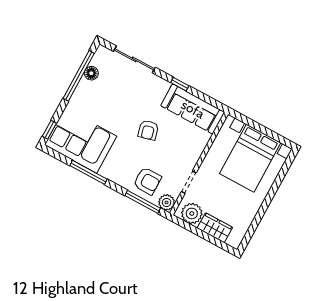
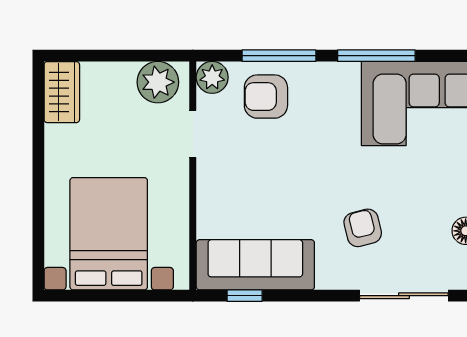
window: (180, 84) -> (245, 296), moved
armchair: (148, 130) -> (363, 228), moved
window: (143, 202) -> (279, 56), moved
wardrobe: (215, 228) -> (62, 92), moved, turned -90

